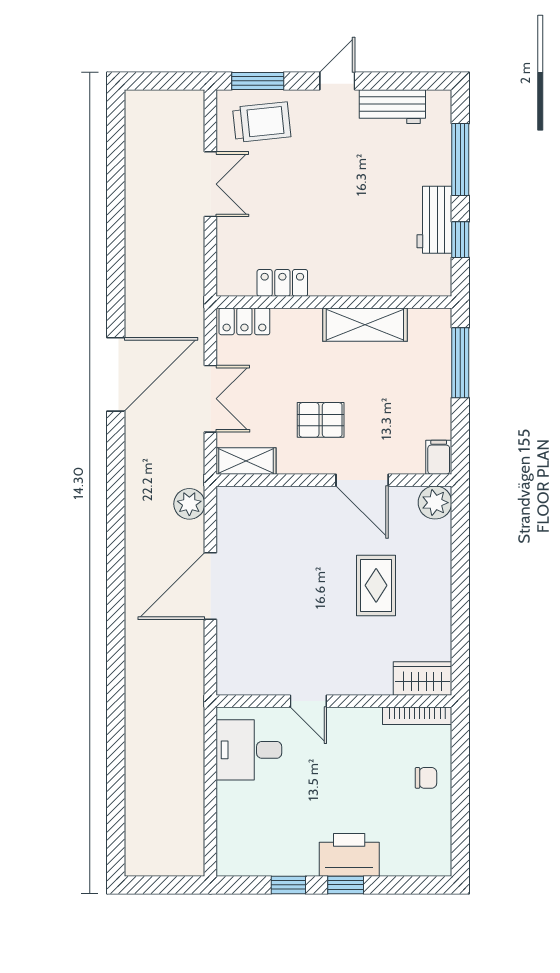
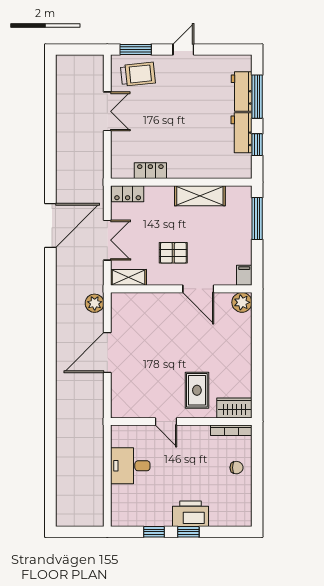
workbench: (392, 107) -> (242, 91), moved, turned 90
rug: (376, 585) -> (197, 390), moved
desk: (249, 750) -> (130, 466), moved

